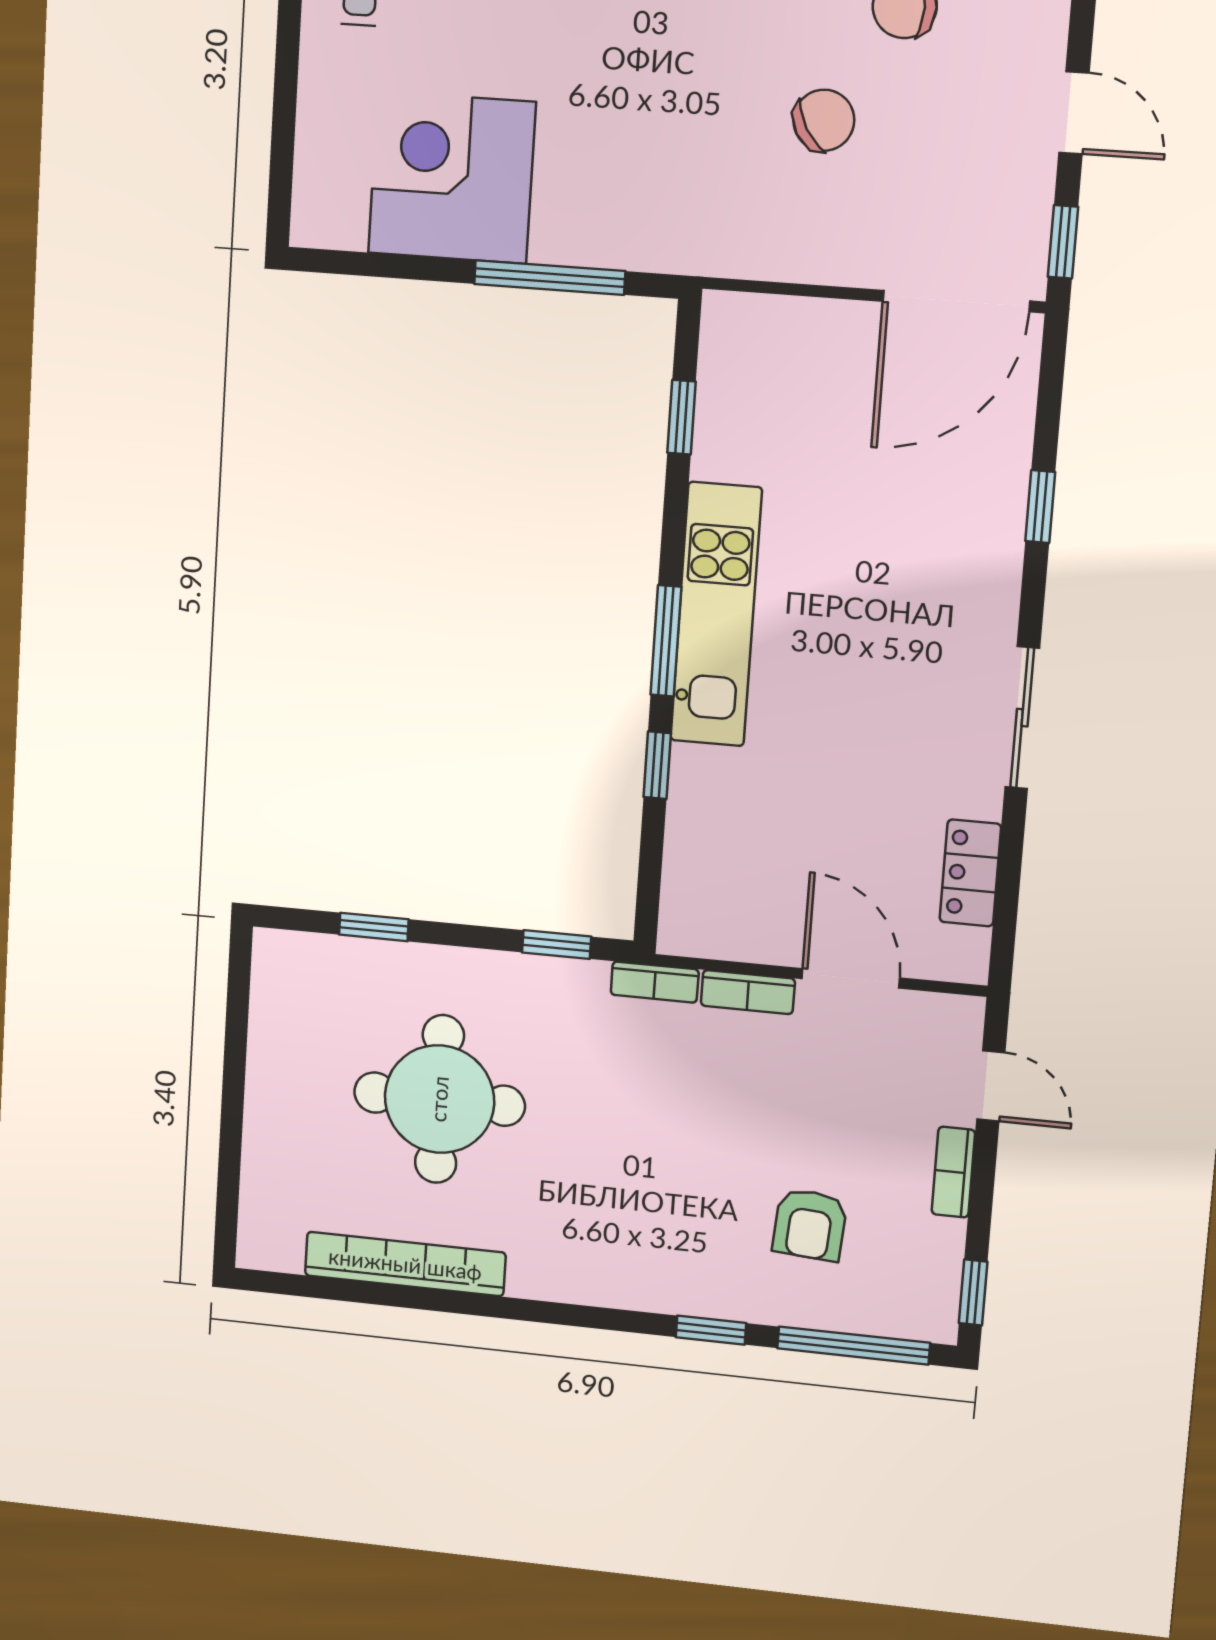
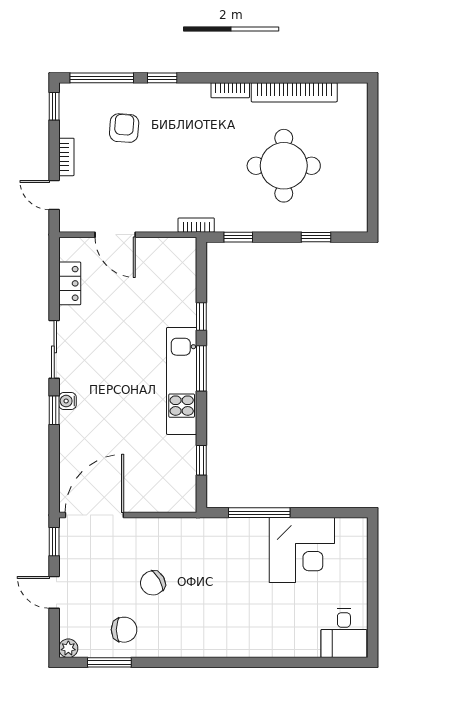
window: (1040, 507) -> (54, 410), moved
water cooler: (1000, 589) -> (67, 401), added
bookcase: (748, 992) -> (230, 90), moved, turned 180

